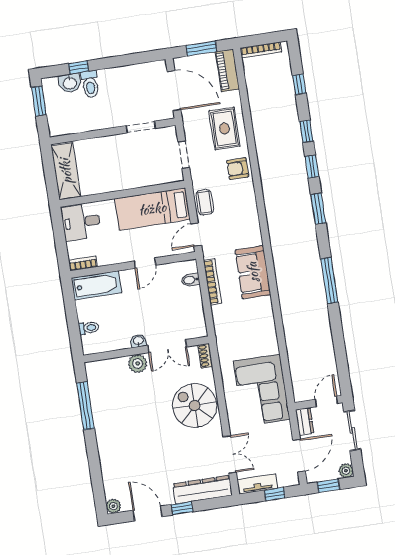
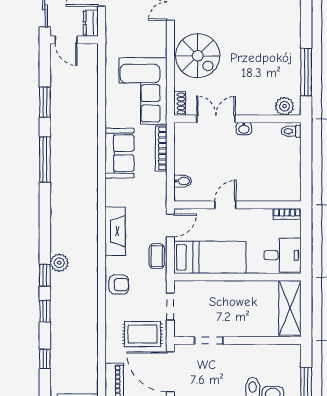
rug: (224, 128) -> (142, 334), moved, turned 90
plant: (300, 181) -> (59, 263), added
window: (318, 209) -> (45, 102), moved
fireplace: (249, 221) -> (115, 231), added
sofa: (253, 272) -> (119, 153), moved
bookcase: (212, 282) -> (161, 148), moved
bathtub: (96, 285) -> (277, 190), removed
toilet: (89, 328) -> (291, 131), moved
plant: (138, 363) -> (284, 106), moved
corner sofa: (262, 390) -> (143, 91), moved, turned 180
door: (326, 401) -> (66, 40), hinge flipped

